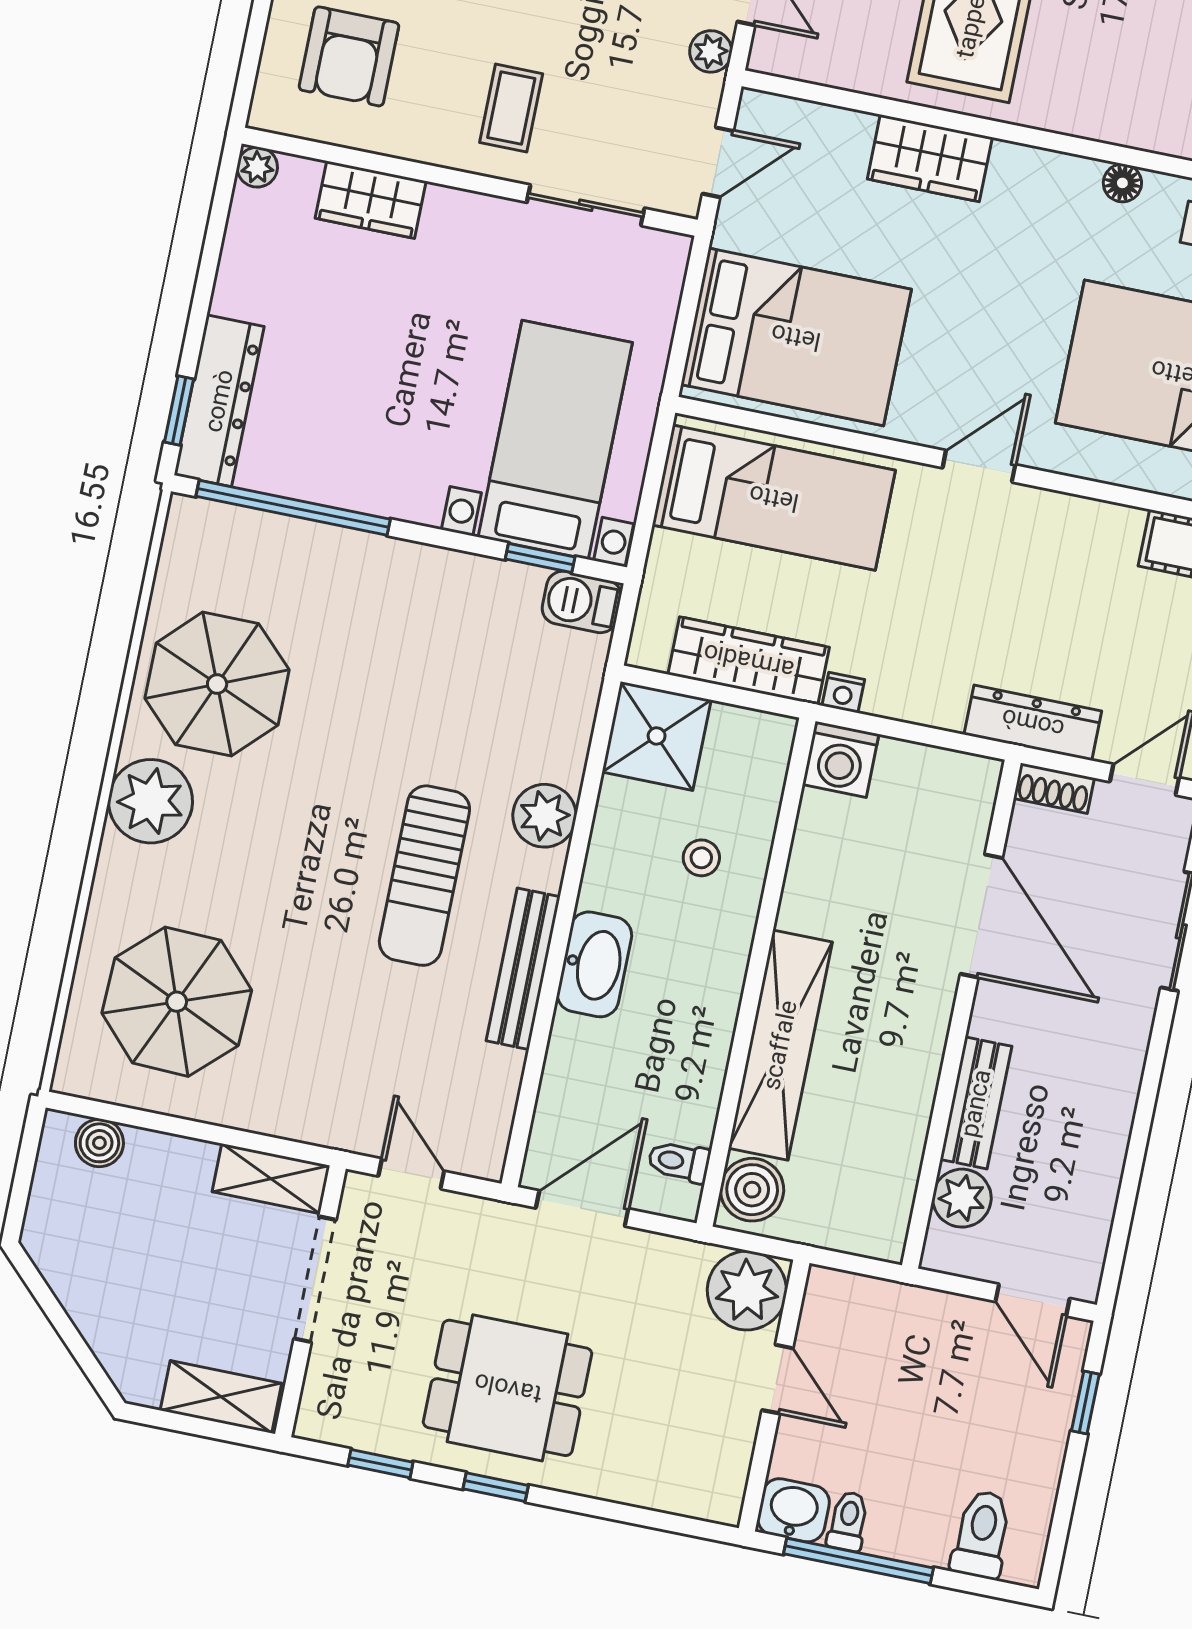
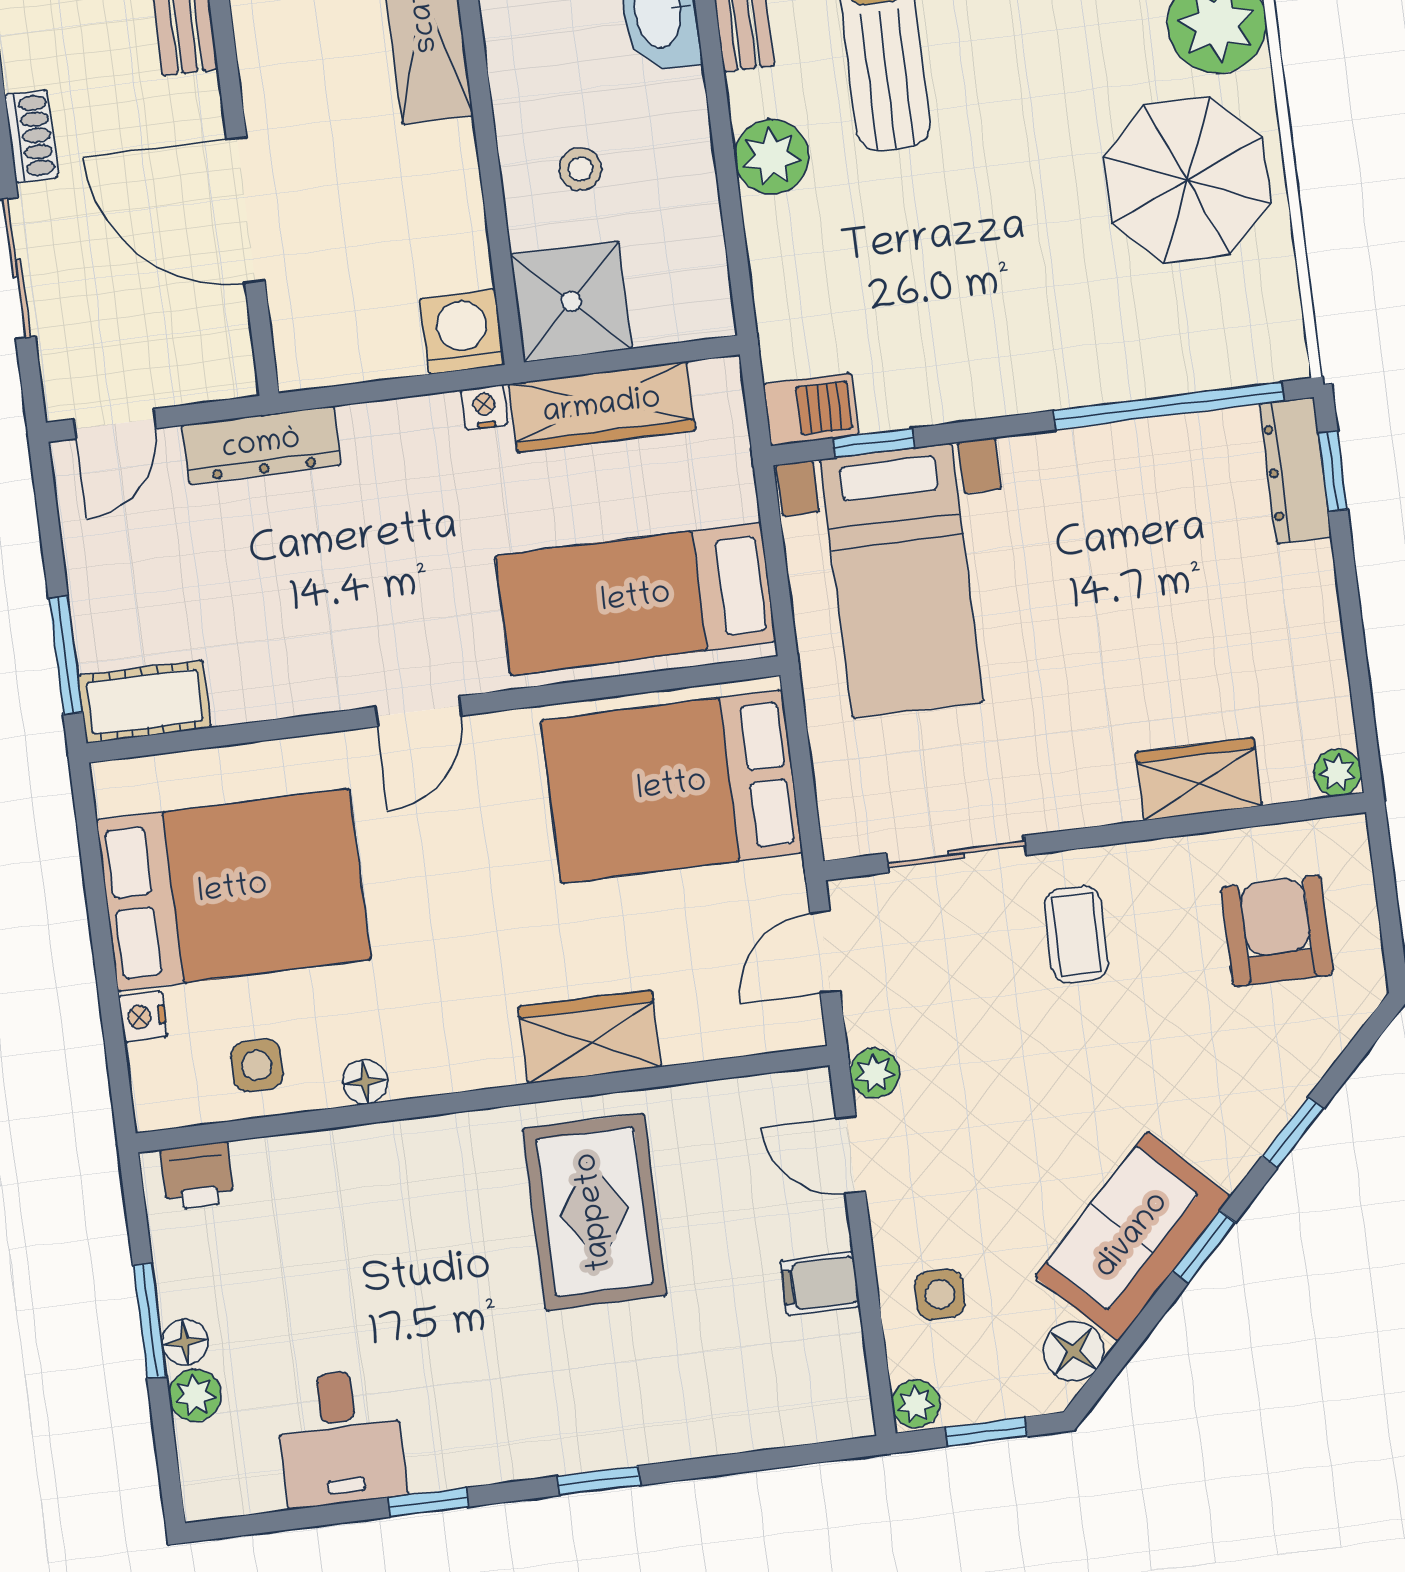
dresser: (219, 401) -> (1295, 471), width x0.73, depth x0.80
shower: (657, 736) -> (571, 301), moved
shoe rack: (1054, 788) -> (31, 136), moved, turned 90

